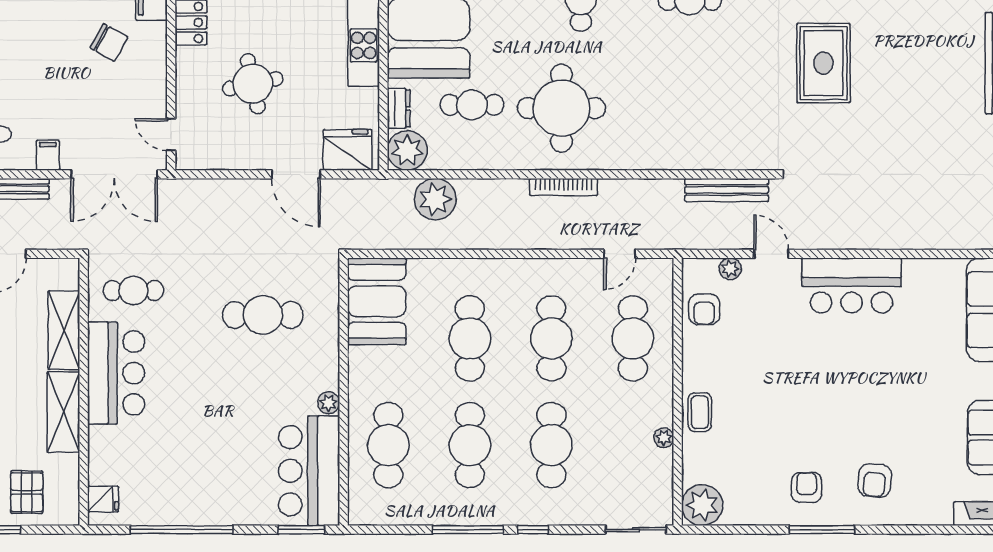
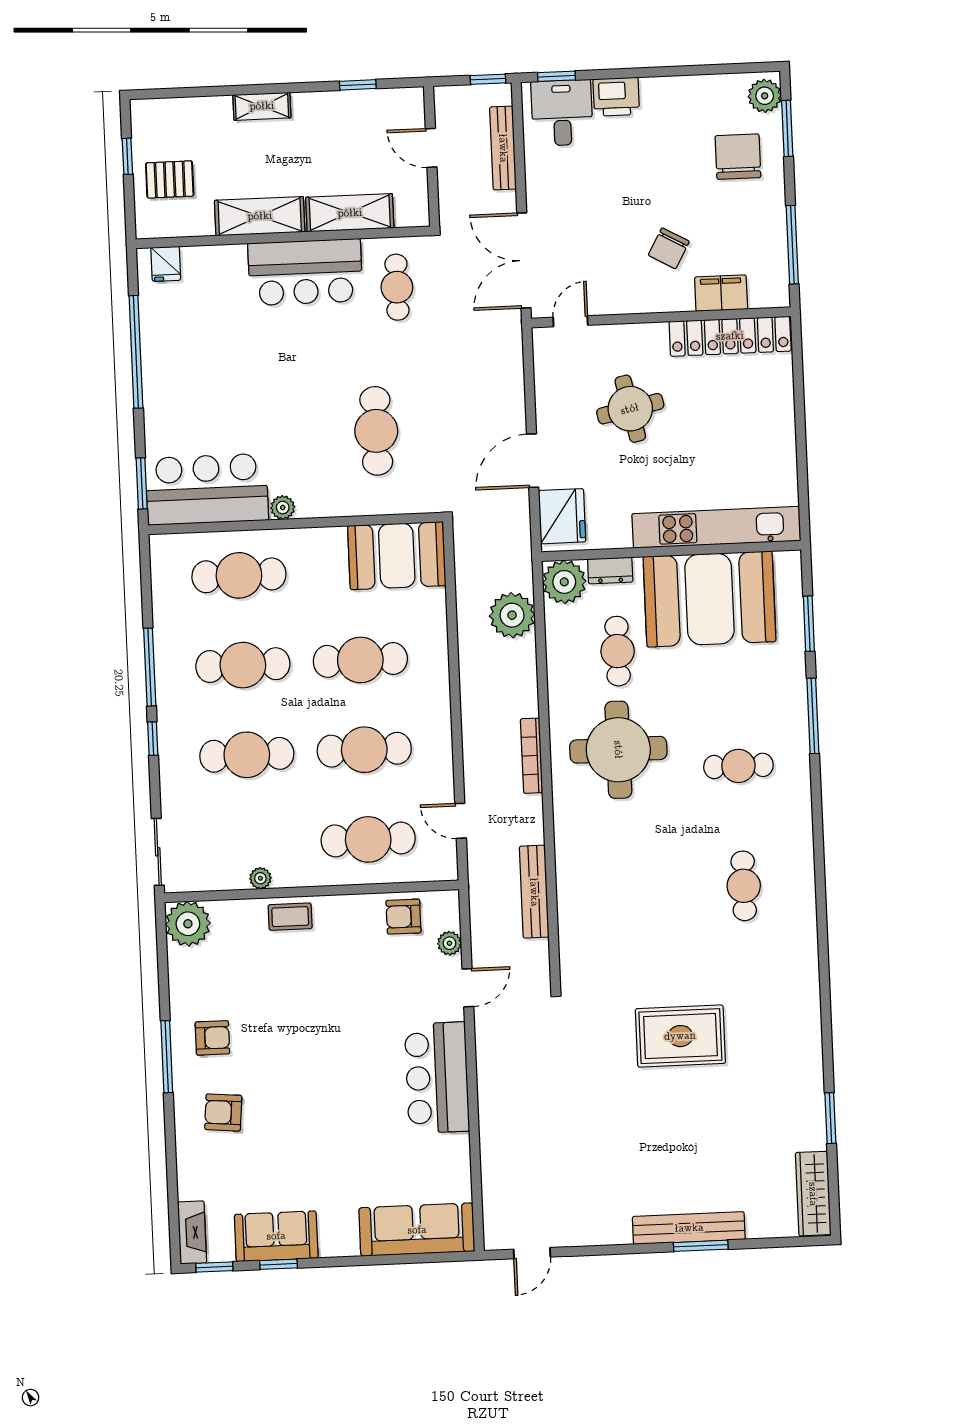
filing cabinet: (48, 155) -> (542, 186), removed
bench: (727, 190) -> (534, 892), moved

